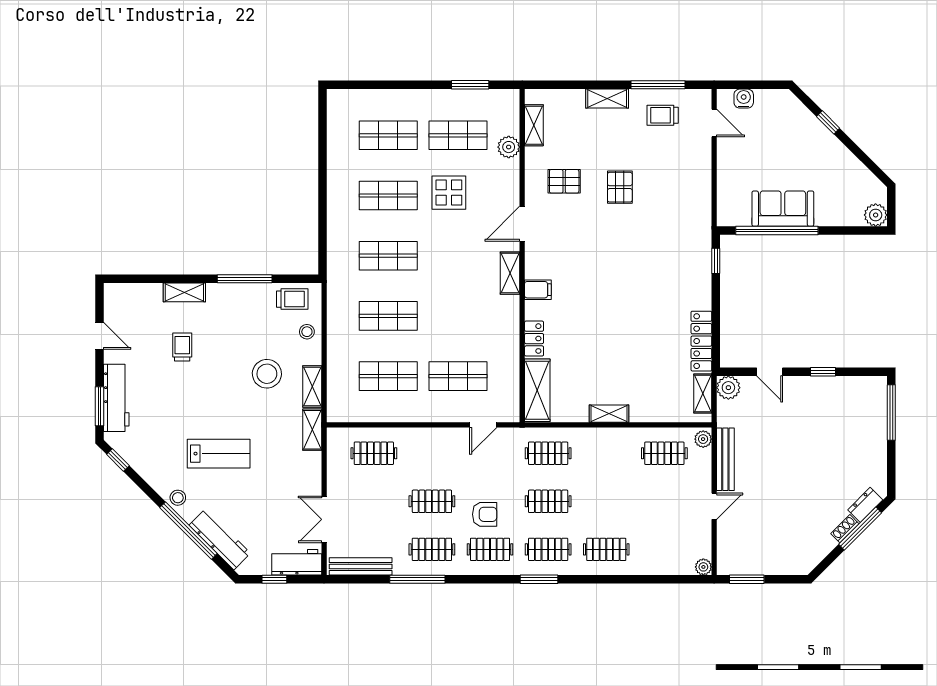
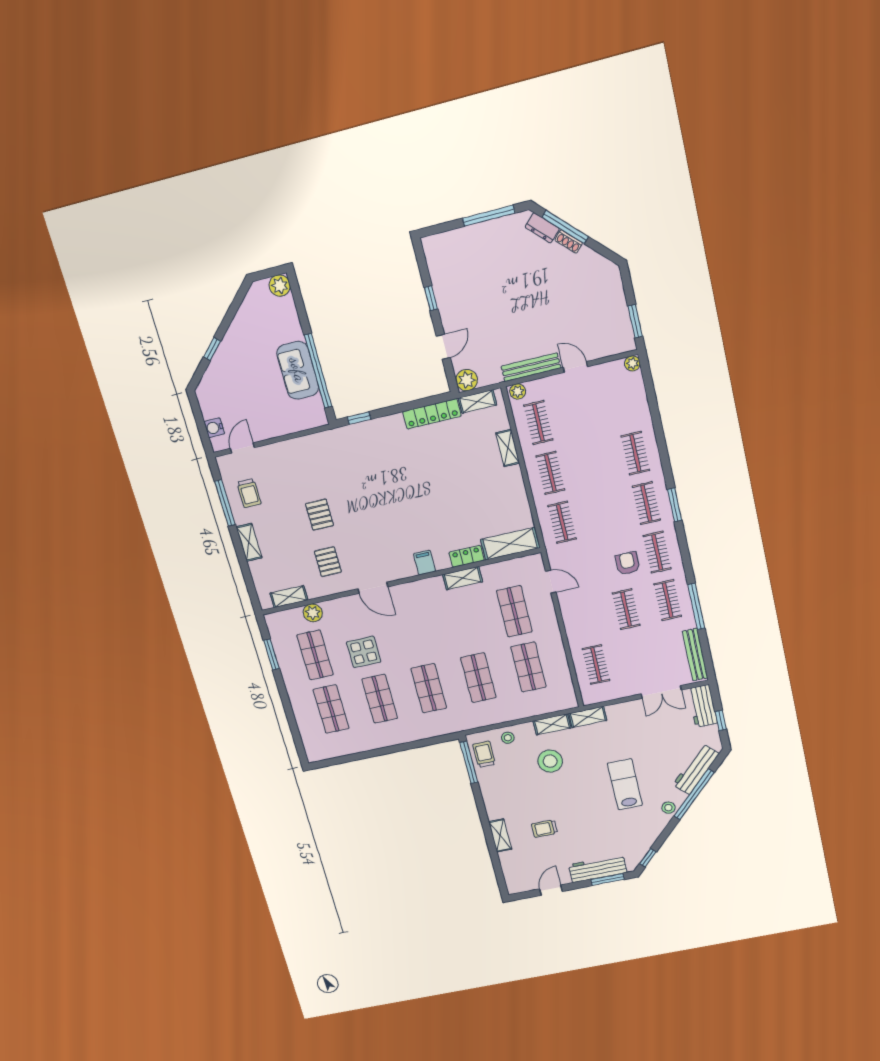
pallet: (620, 187) -> (319, 515), turned 90
shelving: (510, 273) -> (463, 578), moved
window: (245, 279) -> (469, 762), moved
window: (891, 413) -> (489, 216), moved
shelving: (609, 414) -> (508, 448), moved
clothes rail: (548, 501) -> (550, 473), moved

